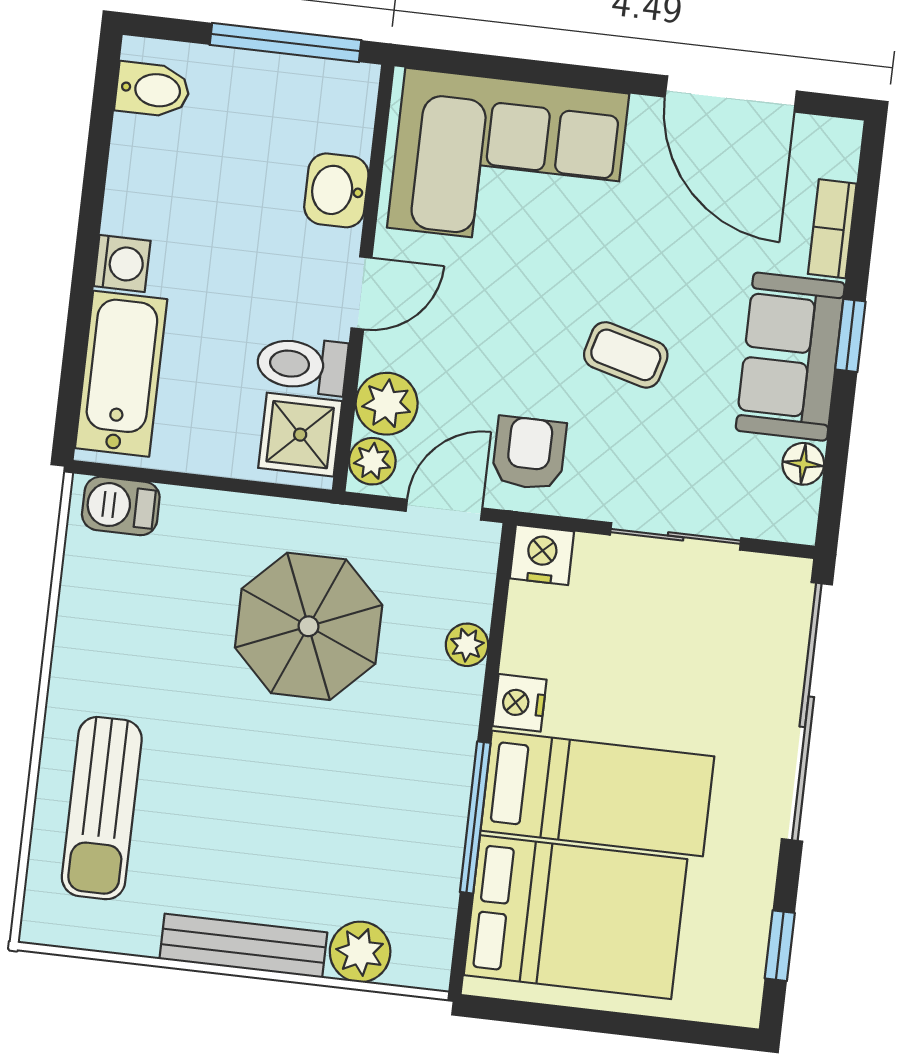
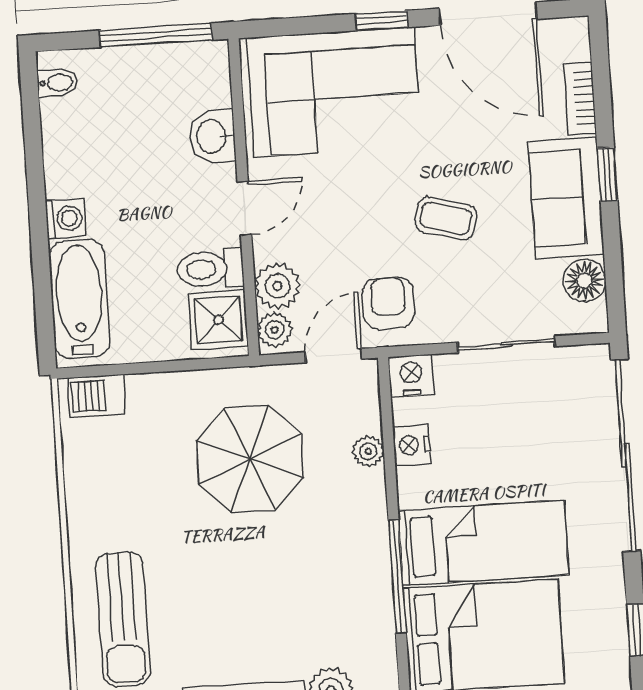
window: (589, 78) -> (382, 21), added
bidet: (153, 90) -> (57, 83), width x0.72, depth x0.74
floor lamp: (803, 464) -> (585, 281), width x1.37, depth x1.37
nightstand: (520, 703) -> (412, 445), moved

